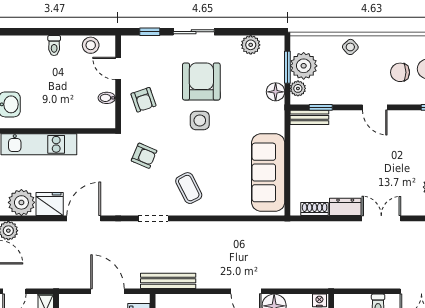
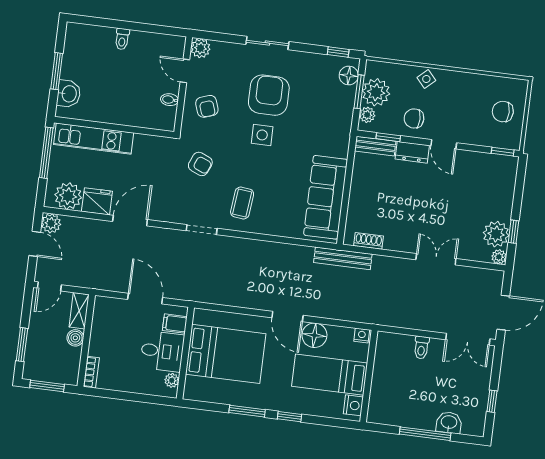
window: (150, 32) -> (338, 52), moved
stool: (91, 45) -> (160, 43), removed
plant: (251, 45) -> (200, 48), moved
chair: (400, 72) -> (414, 118), moved
floor lamp: (276, 92) -> (349, 76), moved
coffee table: (189, 188) -> (242, 203), turned 33
dresser: (345, 207) -> (412, 152), moved, turned 180
bench: (168, 281) -> (343, 258), moved

